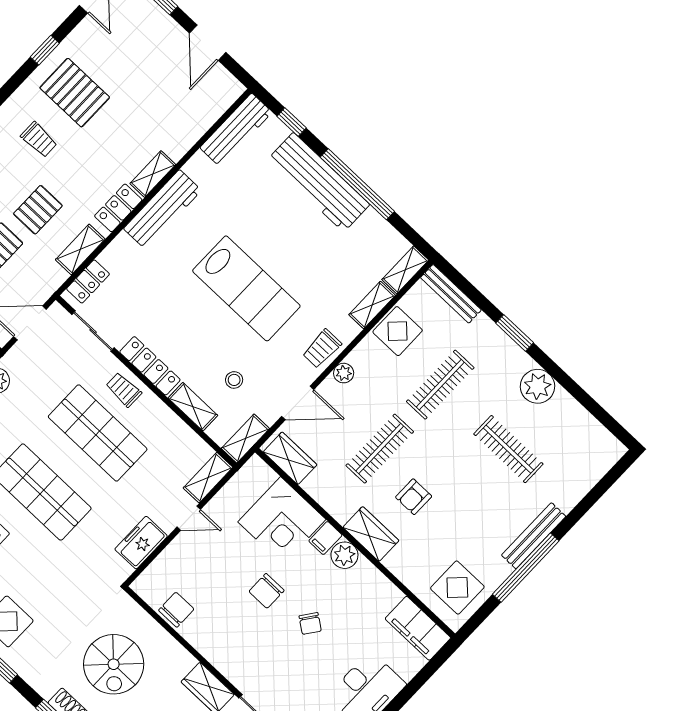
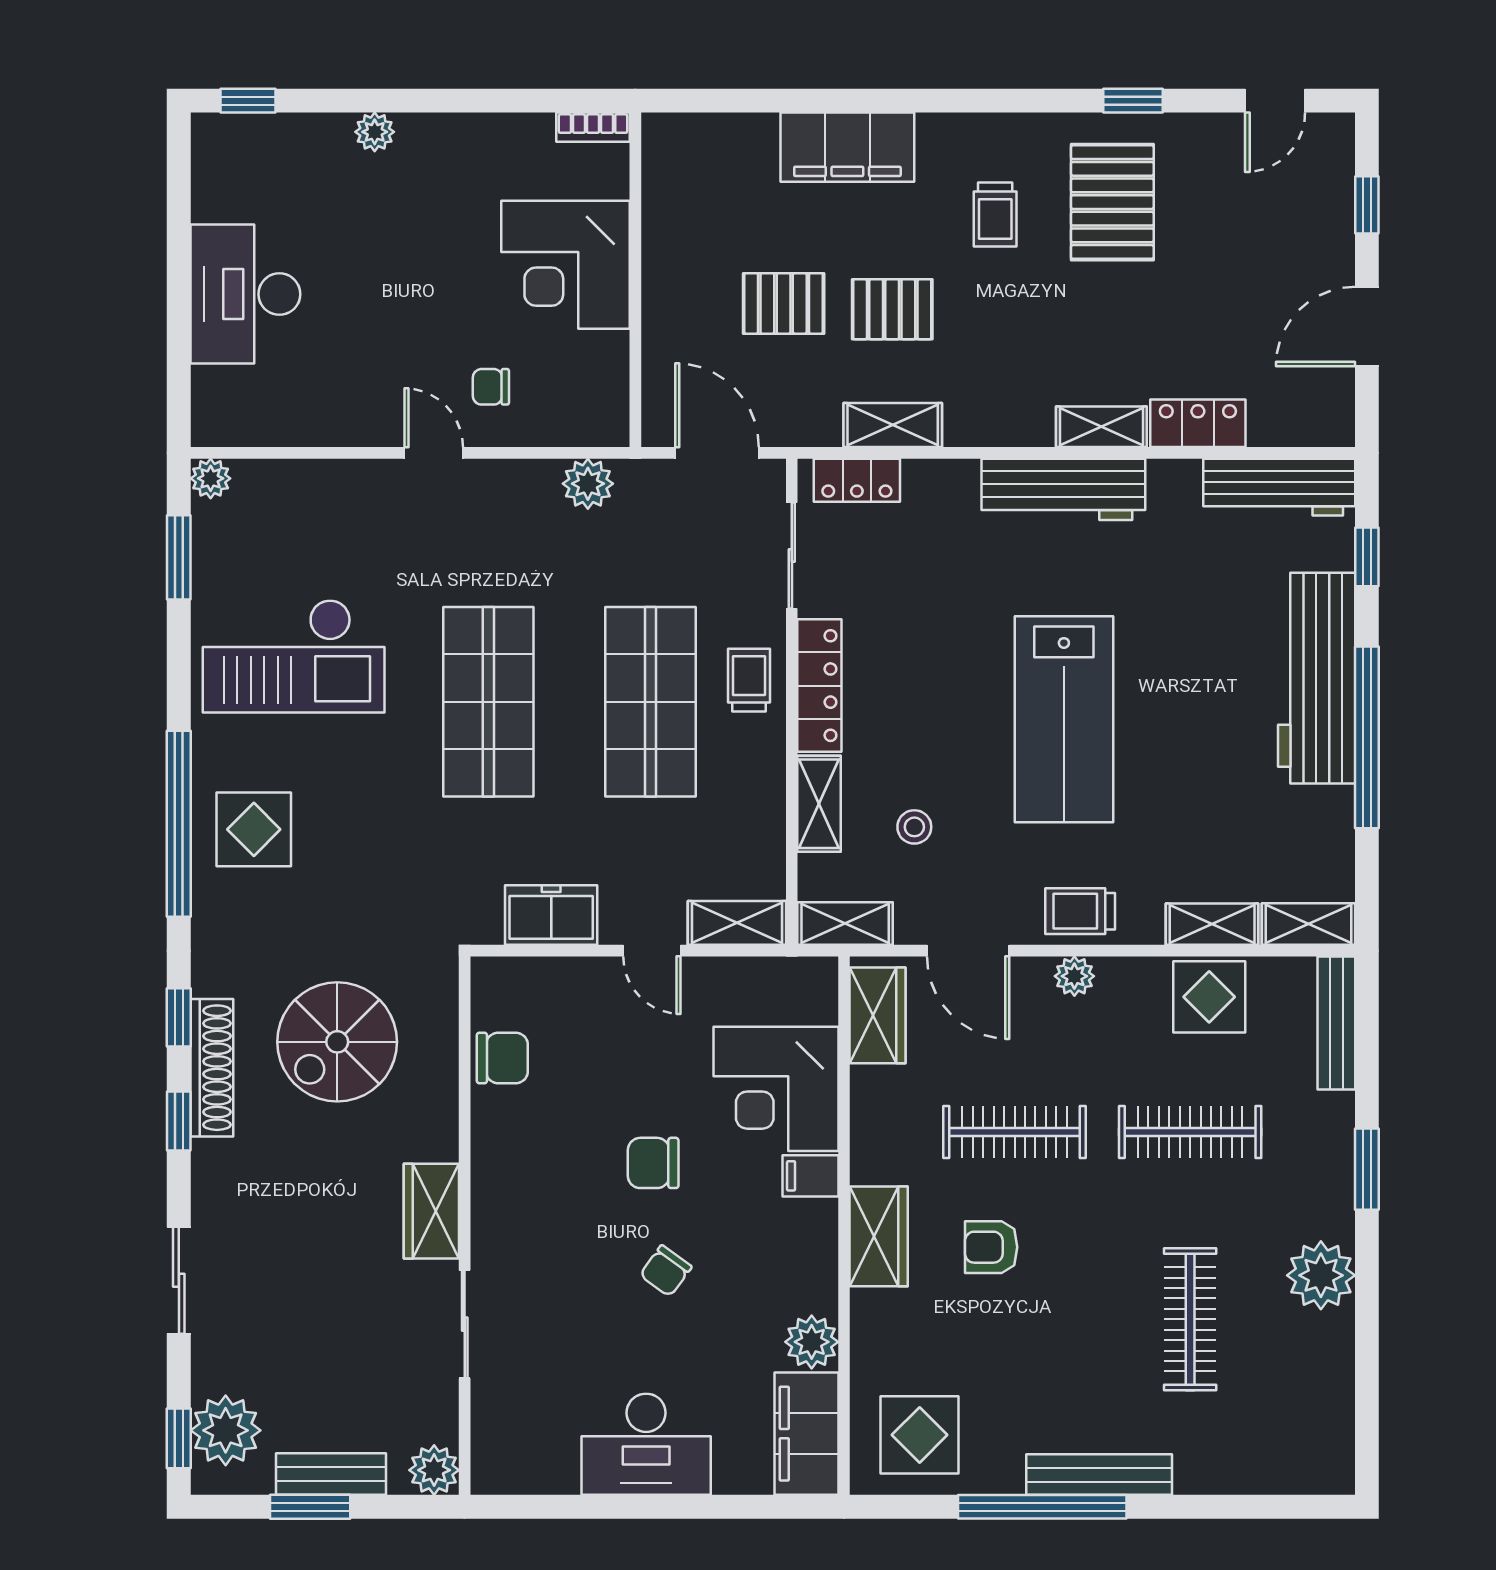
locker: (118, 208) -> (1198, 423), moved
plant: (344, 555) -> (812, 1342), moved

